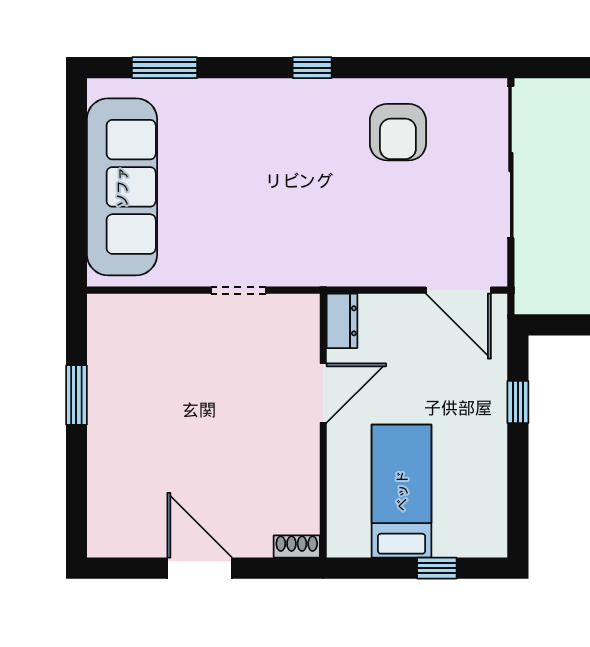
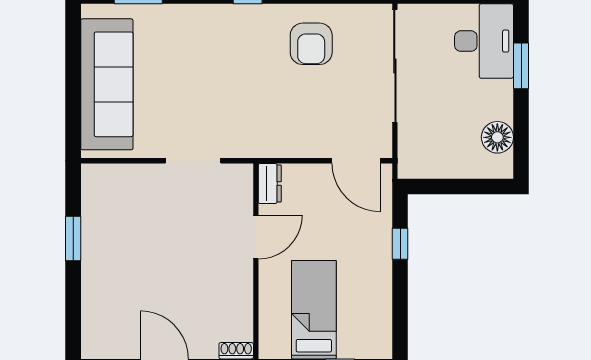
doorway: (238, 290) -> (193, 161), width x1.38

